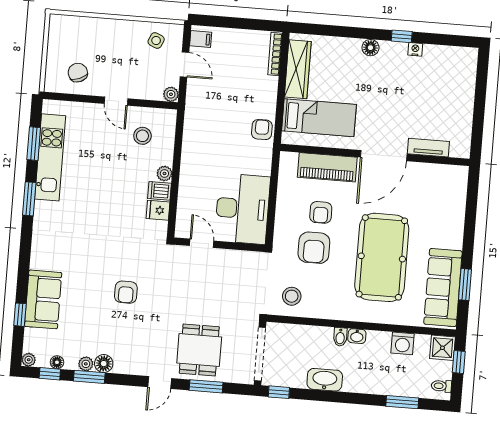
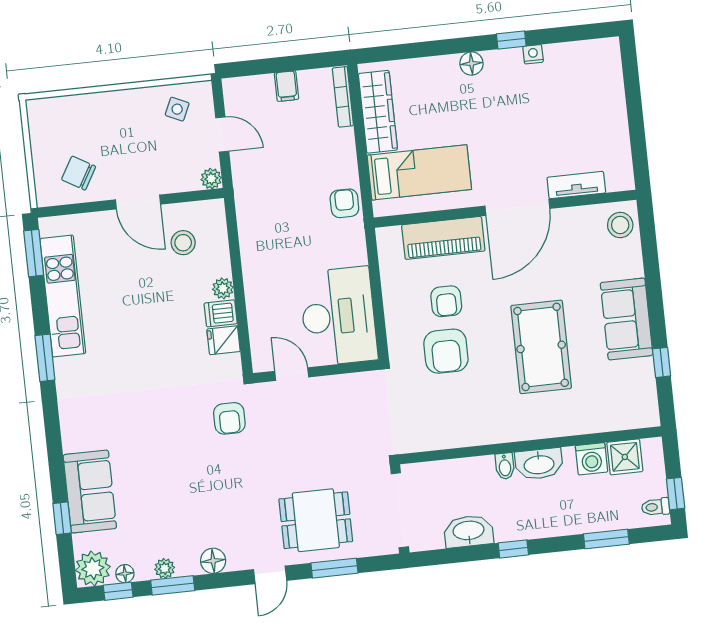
filing cabinet: (201, 39) -> (286, 86), moved, turned 90
chair: (78, 73) -> (79, 173), turned -38
door: (116, 101) -> (138, 202), width x1.38
window: (34, 144) -> (34, 253), moved
pool table: (382, 257) -> (541, 347), width x0.73, depth x0.76
window: (465, 285) -> (662, 362), width x0.67
sofa: (443, 288) -> (627, 319), moved, width x0.73
armchair: (126, 292) -> (229, 418), moved
stool: (292, 296) -> (620, 225), moved
washbasin: (357, 336) -> (539, 464), width x1.91, depth x1.45
shower: (442, 348) -> (625, 457), moved
dining table: (199, 350) -> (316, 520), turned 90
plant: (29, 360) -> (93, 568), width x1.88, depth x1.88
window: (459, 362) -> (676, 494), moved
floor lamp: (104, 364) -> (213, 561), moved
washbasin: (325, 380) -> (469, 531), moved
window: (279, 392) -> (513, 549), moved

